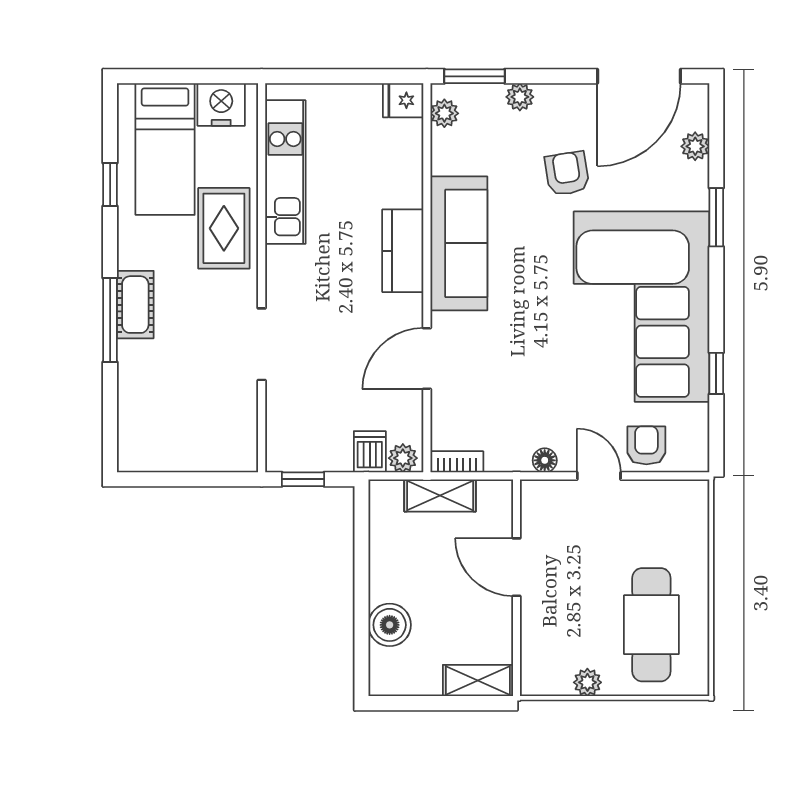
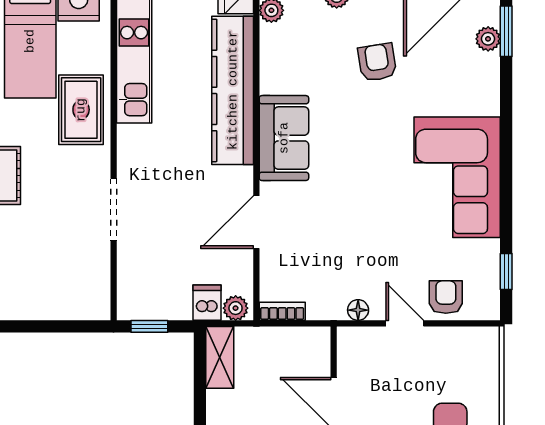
window: (716, 217) -> (506, 31), moved
sofa: (459, 243) -> (284, 138), width x0.73
kitchen counter: (403, 251) -> (233, 90), width x2.08, depth x1.17
corner sofa: (642, 307) -> (457, 177), width x0.73, depth x0.74
window: (716, 373) -> (506, 272), moved
shelving: (440, 495) -> (220, 357), moved, turned 90

